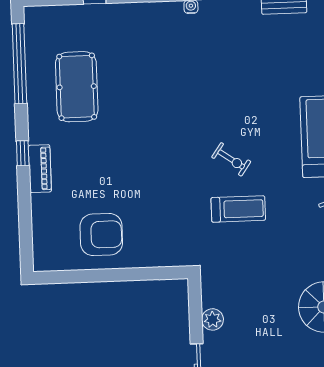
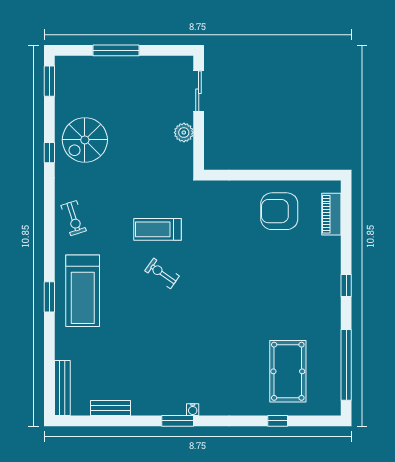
pool table: (77, 87) -> (288, 371), moved
piano: (40, 169) -> (331, 214), moved

